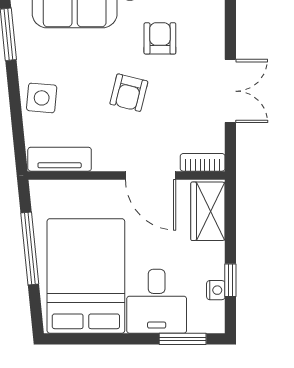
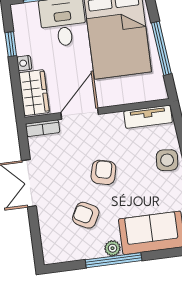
armchair: (160, 38) -> (86, 215), turned 118
door: (151, 175) -> (80, 114), hinge flipped
nightstand: (216, 290) -> (24, 63), moved

